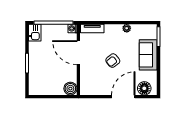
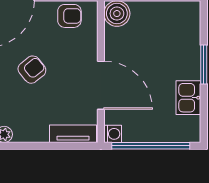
kitchen sink: (35, 33) -> (188, 98), moved
armchair: (94, 87) -> (69, 16), added

